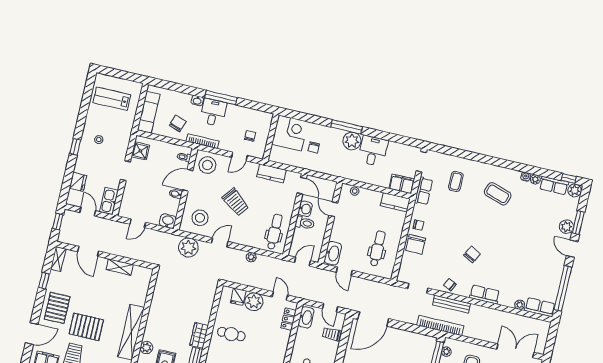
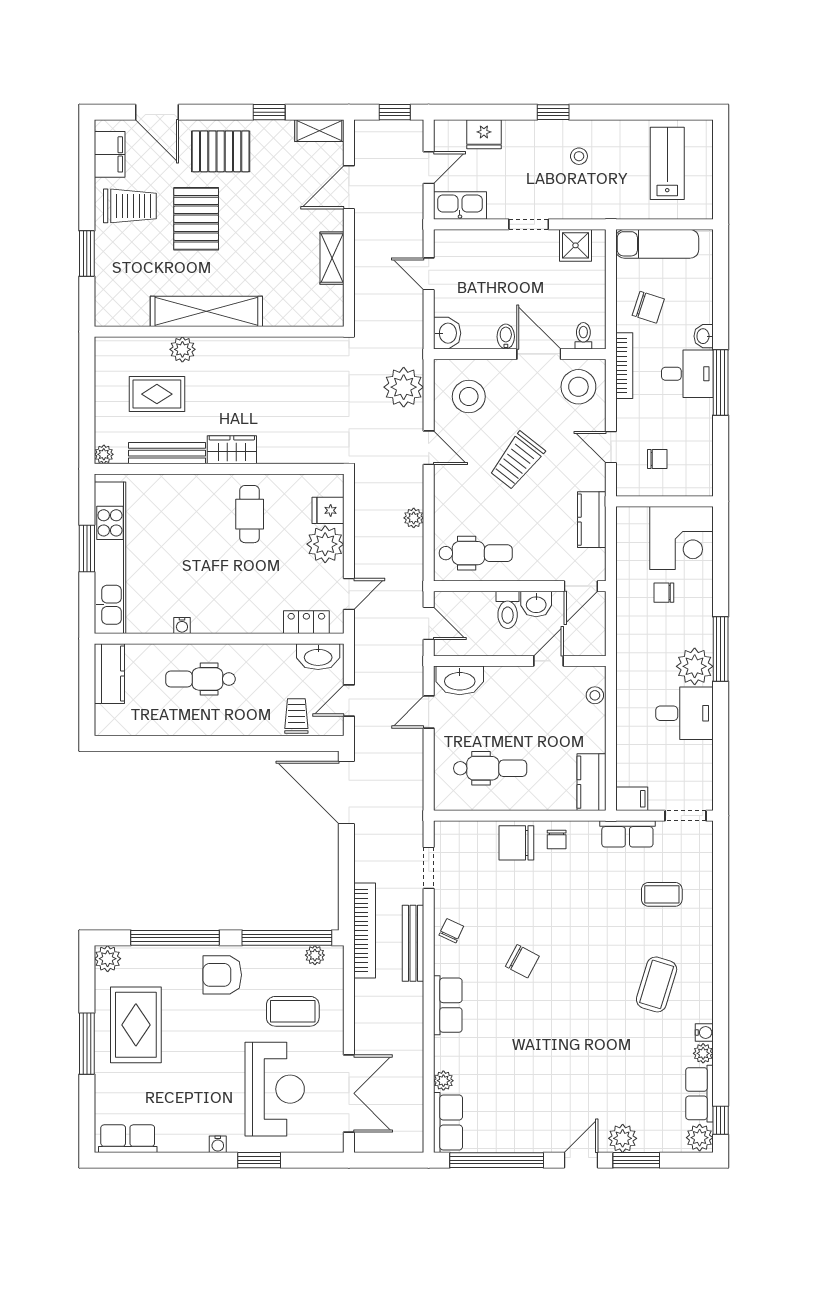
filing cabinet: (402, 184) -> (632, 799), width x0.50

